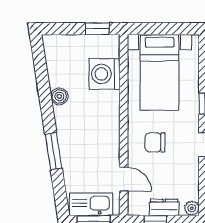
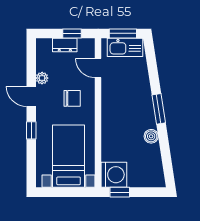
washing machine: (105, 74) -> (114, 175), moved
window: (53, 151) -> (159, 109), moved
plant: (192, 208) -> (42, 78), moved

